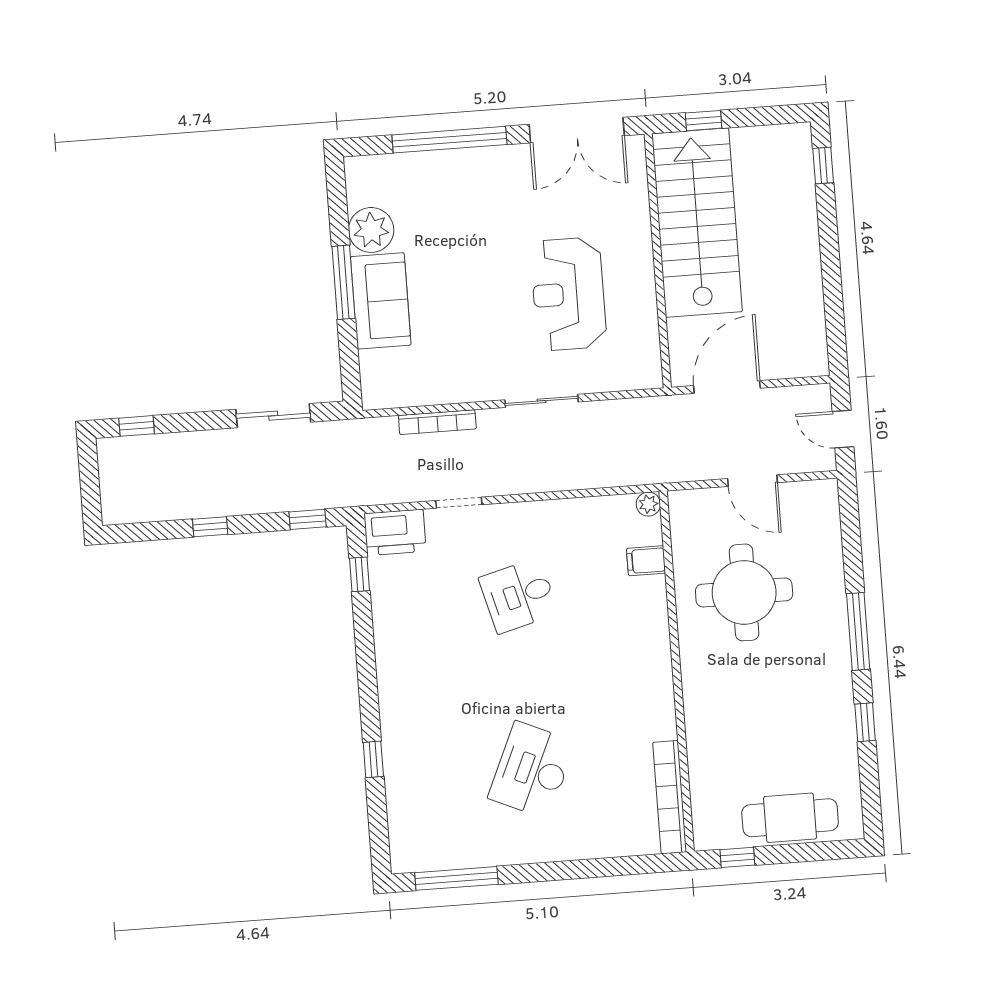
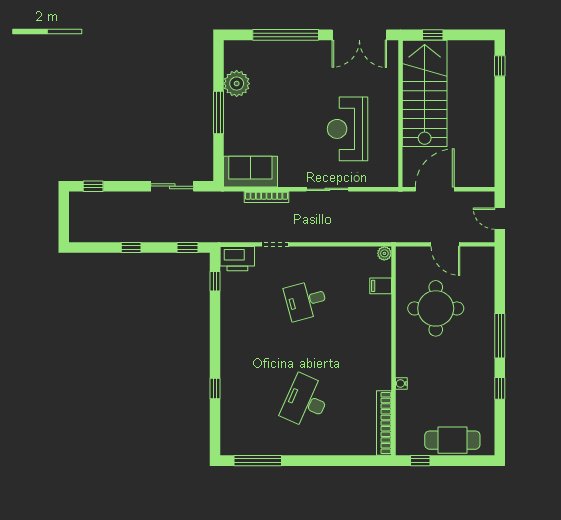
sofa: (381, 301) -> (250, 172), moved, turned -90
water cooler: (694, 727) -> (401, 383), added

